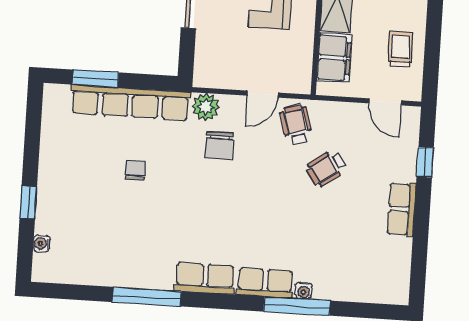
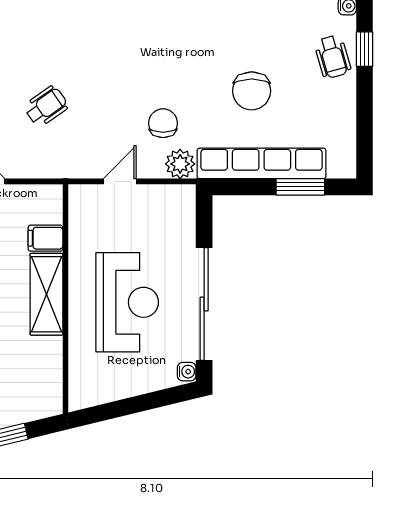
filing cabinet: (334, 58) -> (45, 238), width x0.50
wheelchair: (296, 124) -> (333, 57), moved
chair: (135, 170) -> (252, 91), width x1.87, depth x1.87

